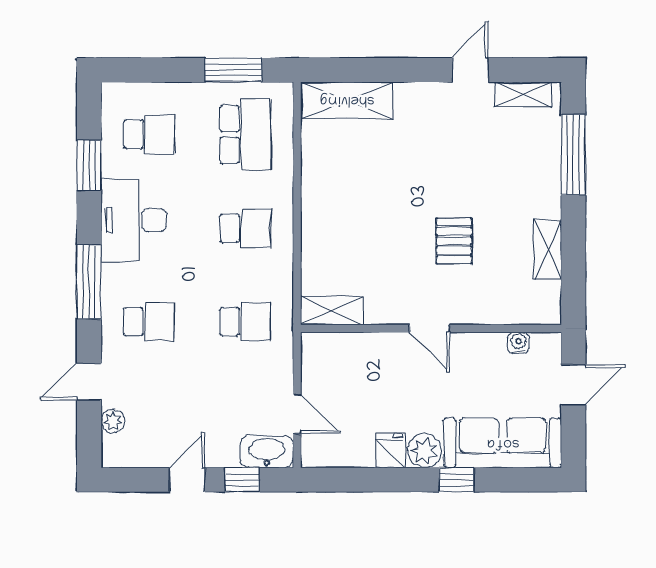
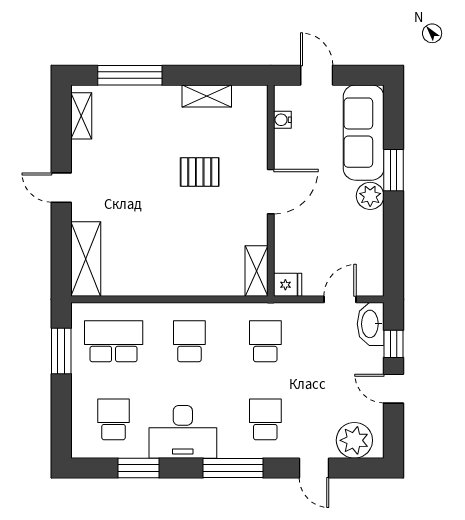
door: (470, 70) -> (61, 188), moved
door: (430, 328) -> (271, 192), width x1.38
plant: (113, 421) -> (354, 440), width x1.88, depth x1.88
fridge: (391, 451) -> (288, 285), moved, turned 180
window: (456, 480) -> (394, 170), width x1.50

